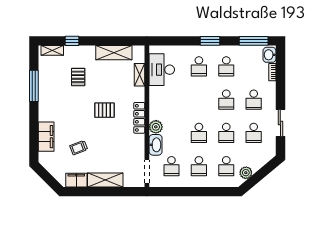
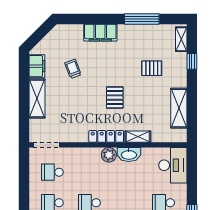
desk: (162, 70) -> (173, 165), moved, turned 90
shelving: (140, 75) -> (138, 137), moved
plant: (156, 127) -> (109, 155), moved
filing cabinet: (46, 137) -> (100, 33), moved
washbasin: (156, 145) -> (129, 155), moved

